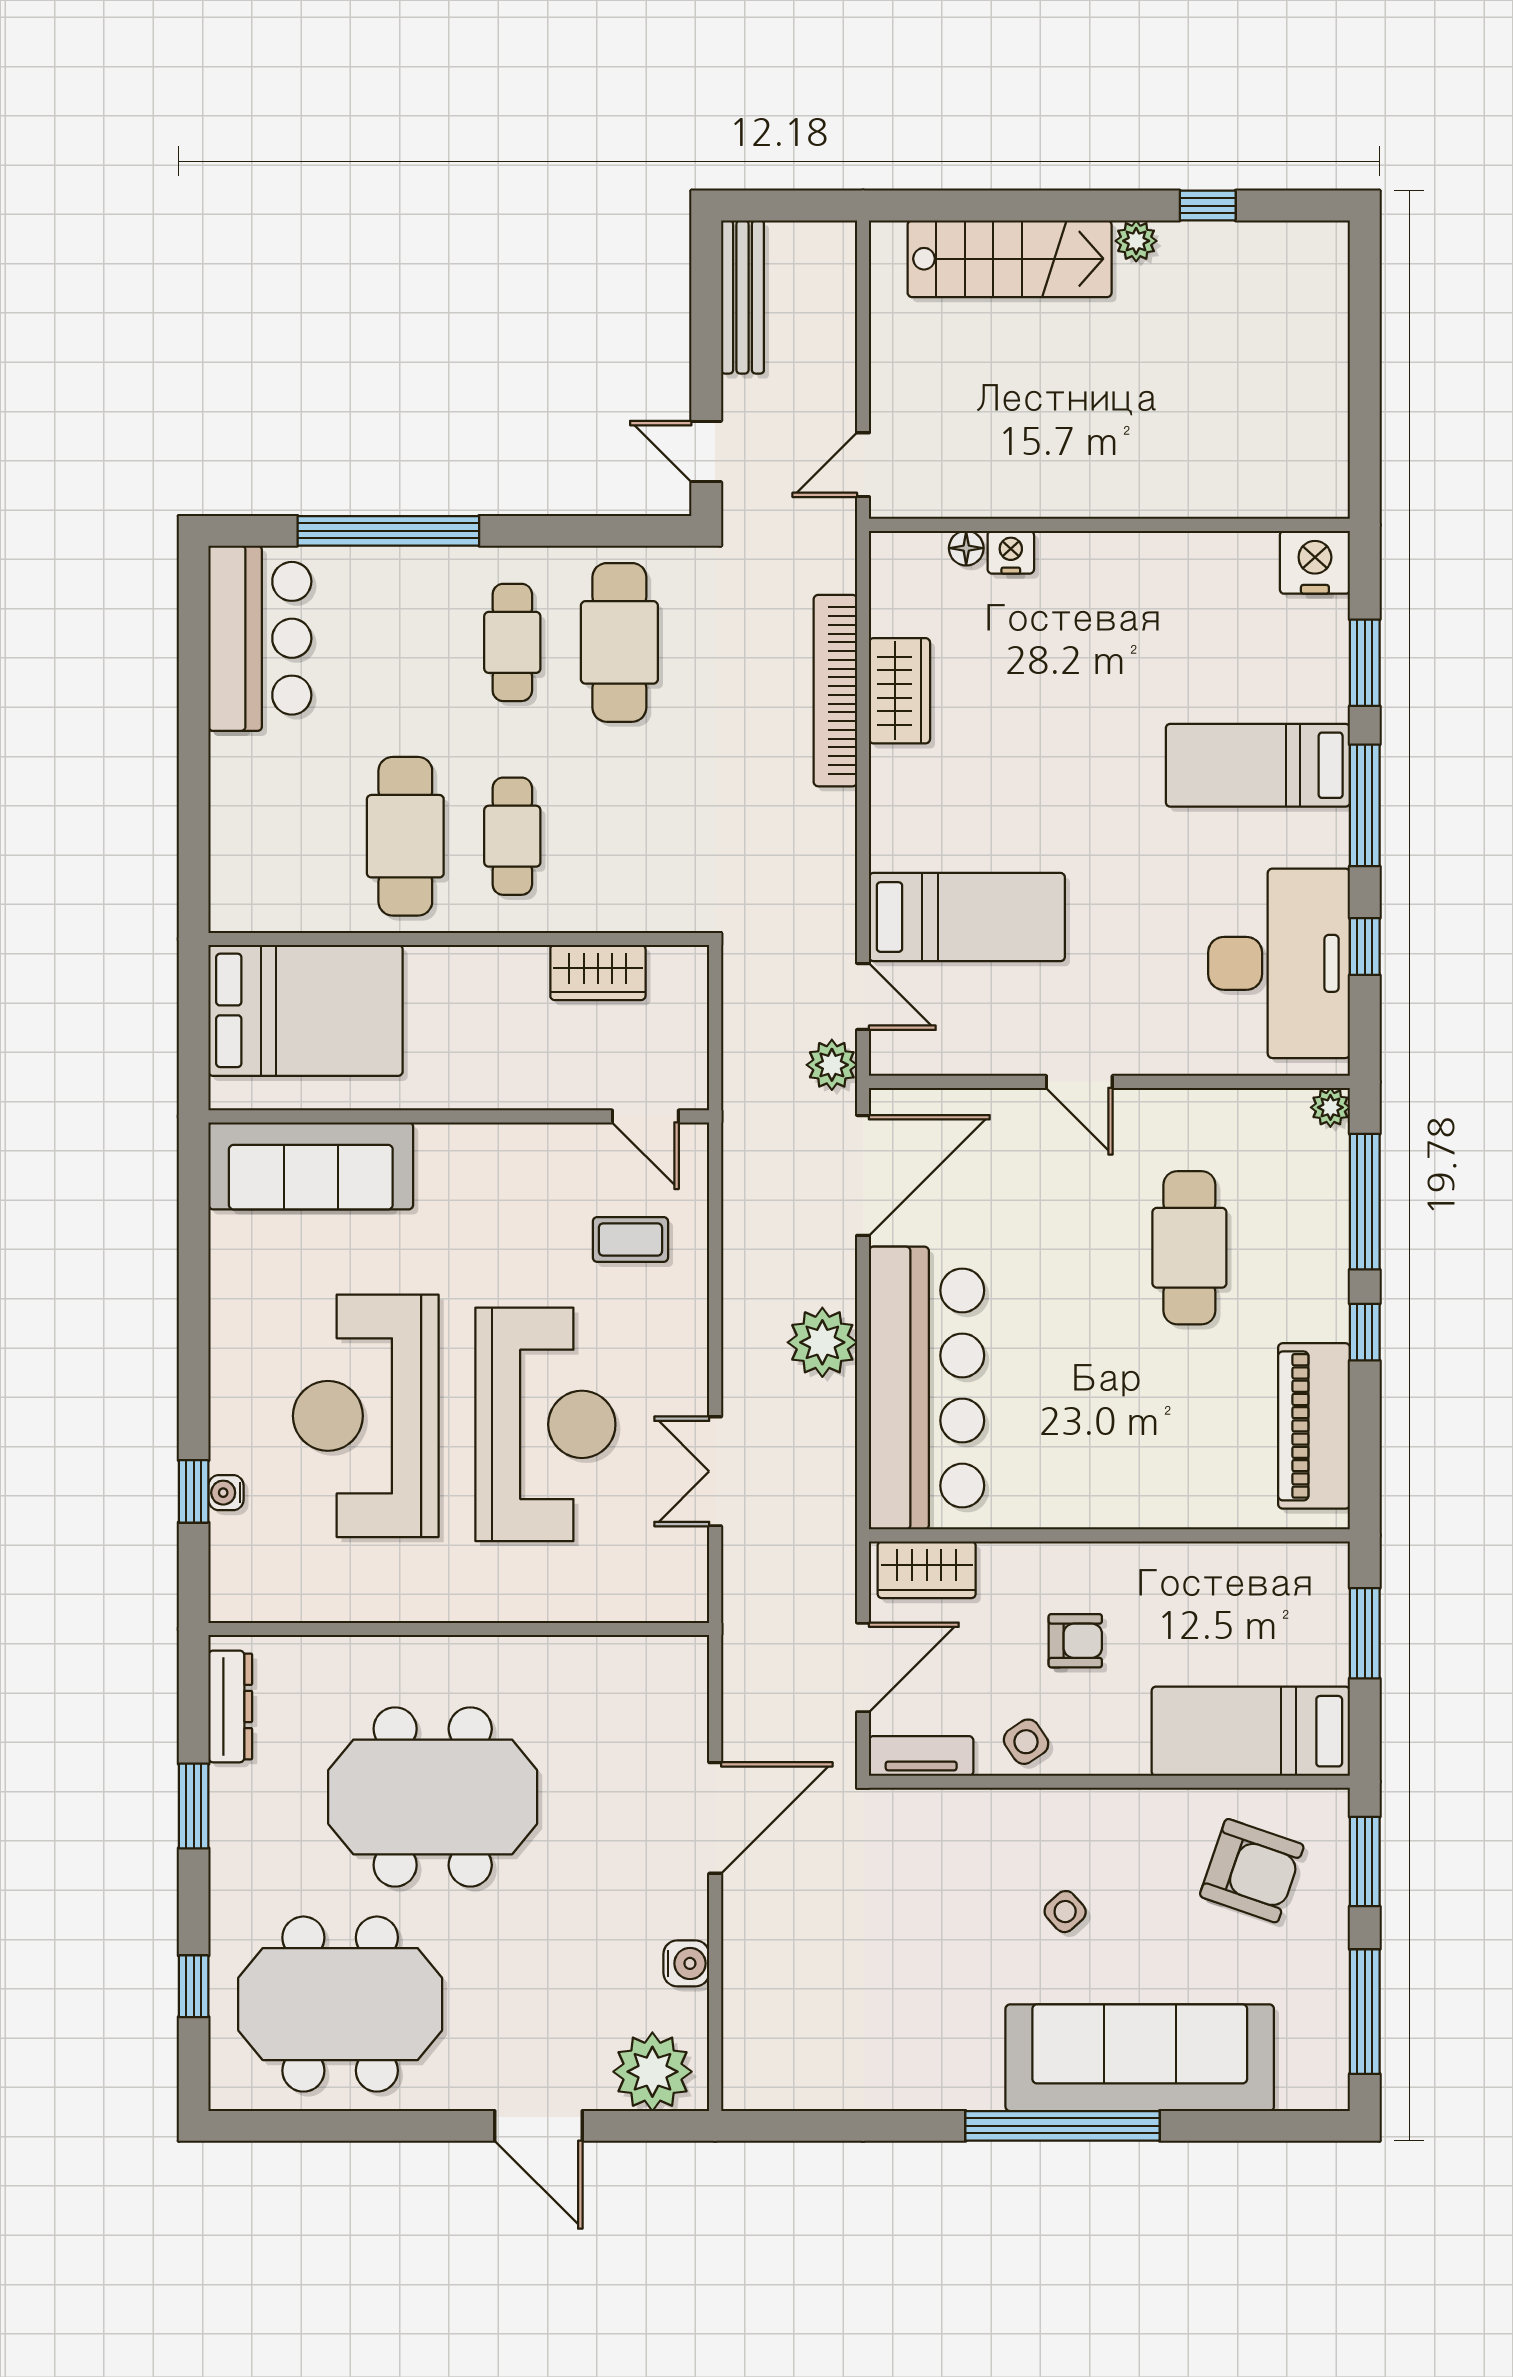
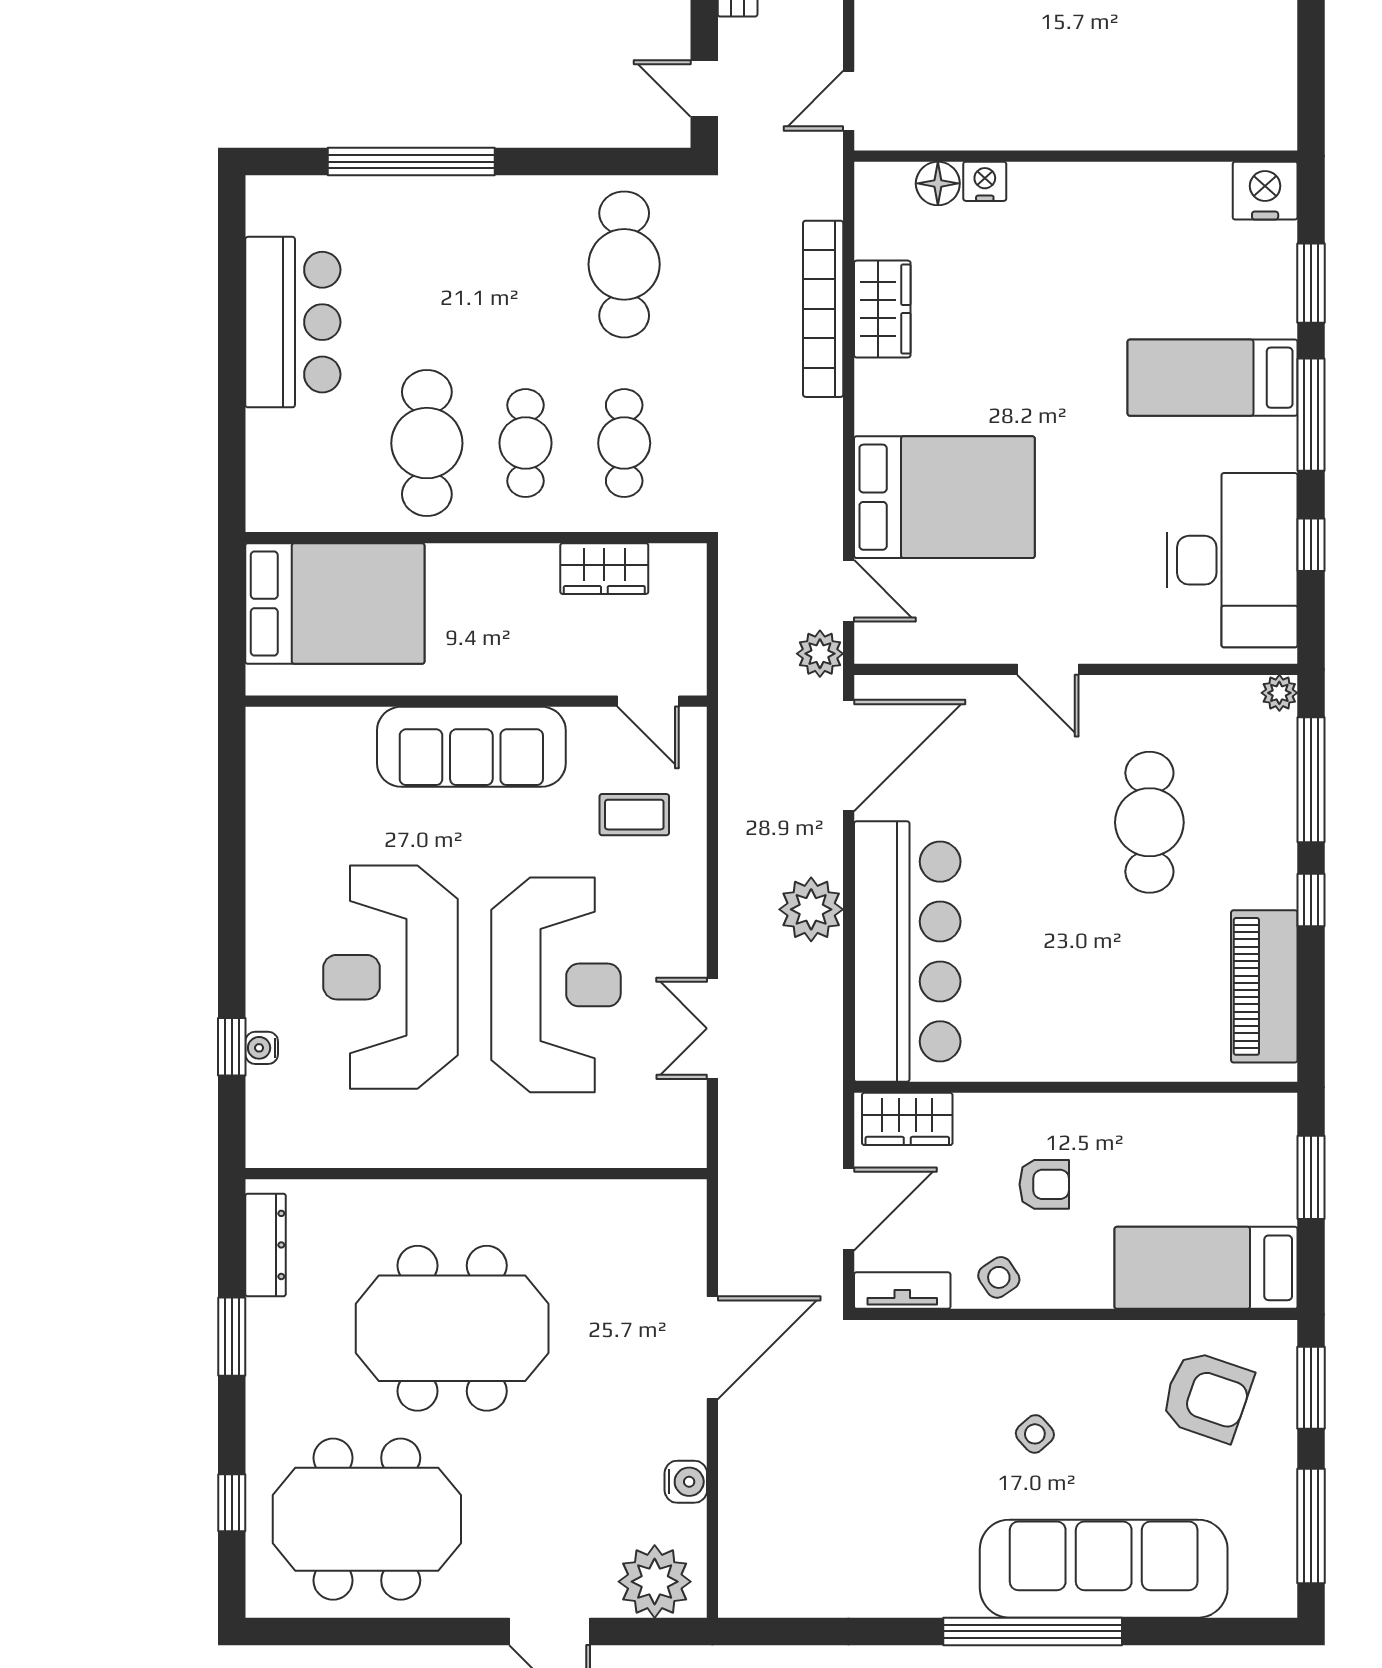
floor lamp: (966, 548) -> (938, 183), width x1.37, depth x1.37
bar counter: (260, 638) -> (293, 322), moved
cafe table: (512, 642) -> (624, 443), moved
bed: (967, 917) -> (944, 497), width x1.50
sofa: (311, 1166) -> (471, 747), moved

